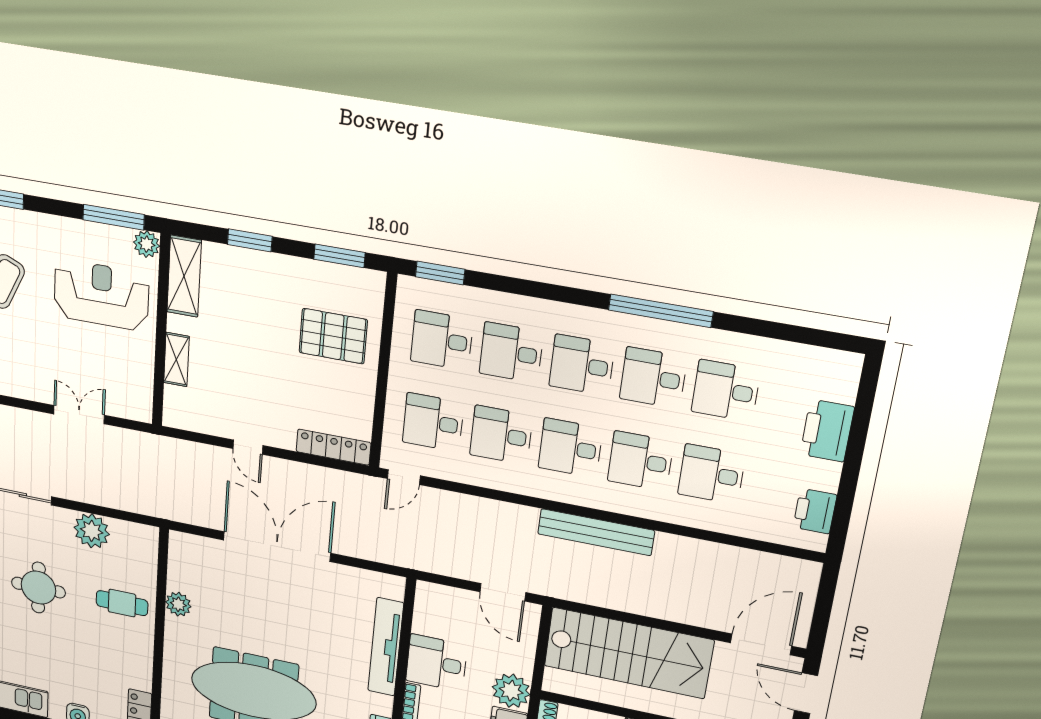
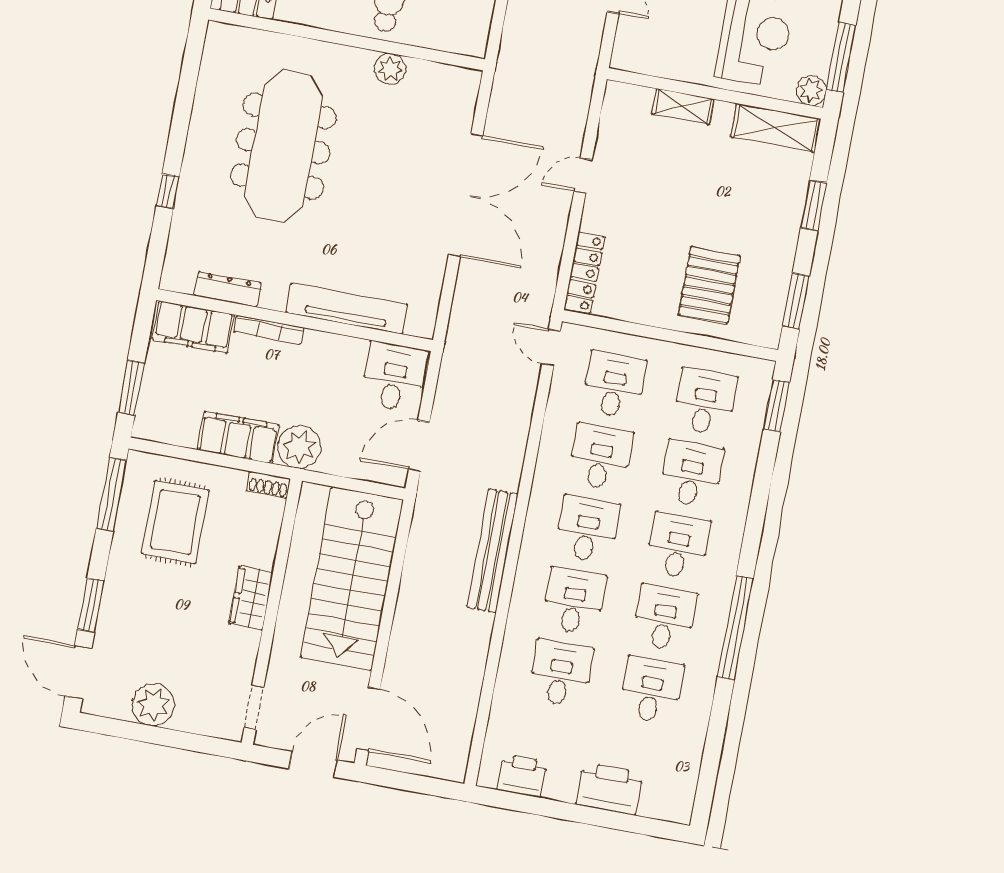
desk: (436, 663) -> (394, 377), moved

